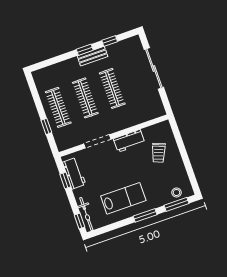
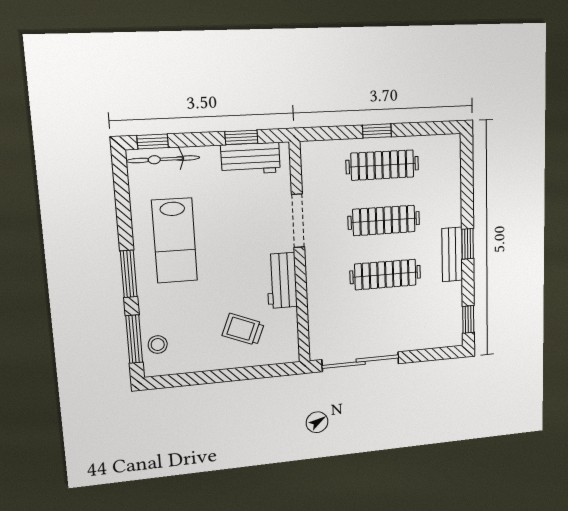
window: (110, 41) -> (468, 319), moved
sliding door: (154, 68) -> (361, 362), moved
window: (46, 126) -> (377, 131), moved

